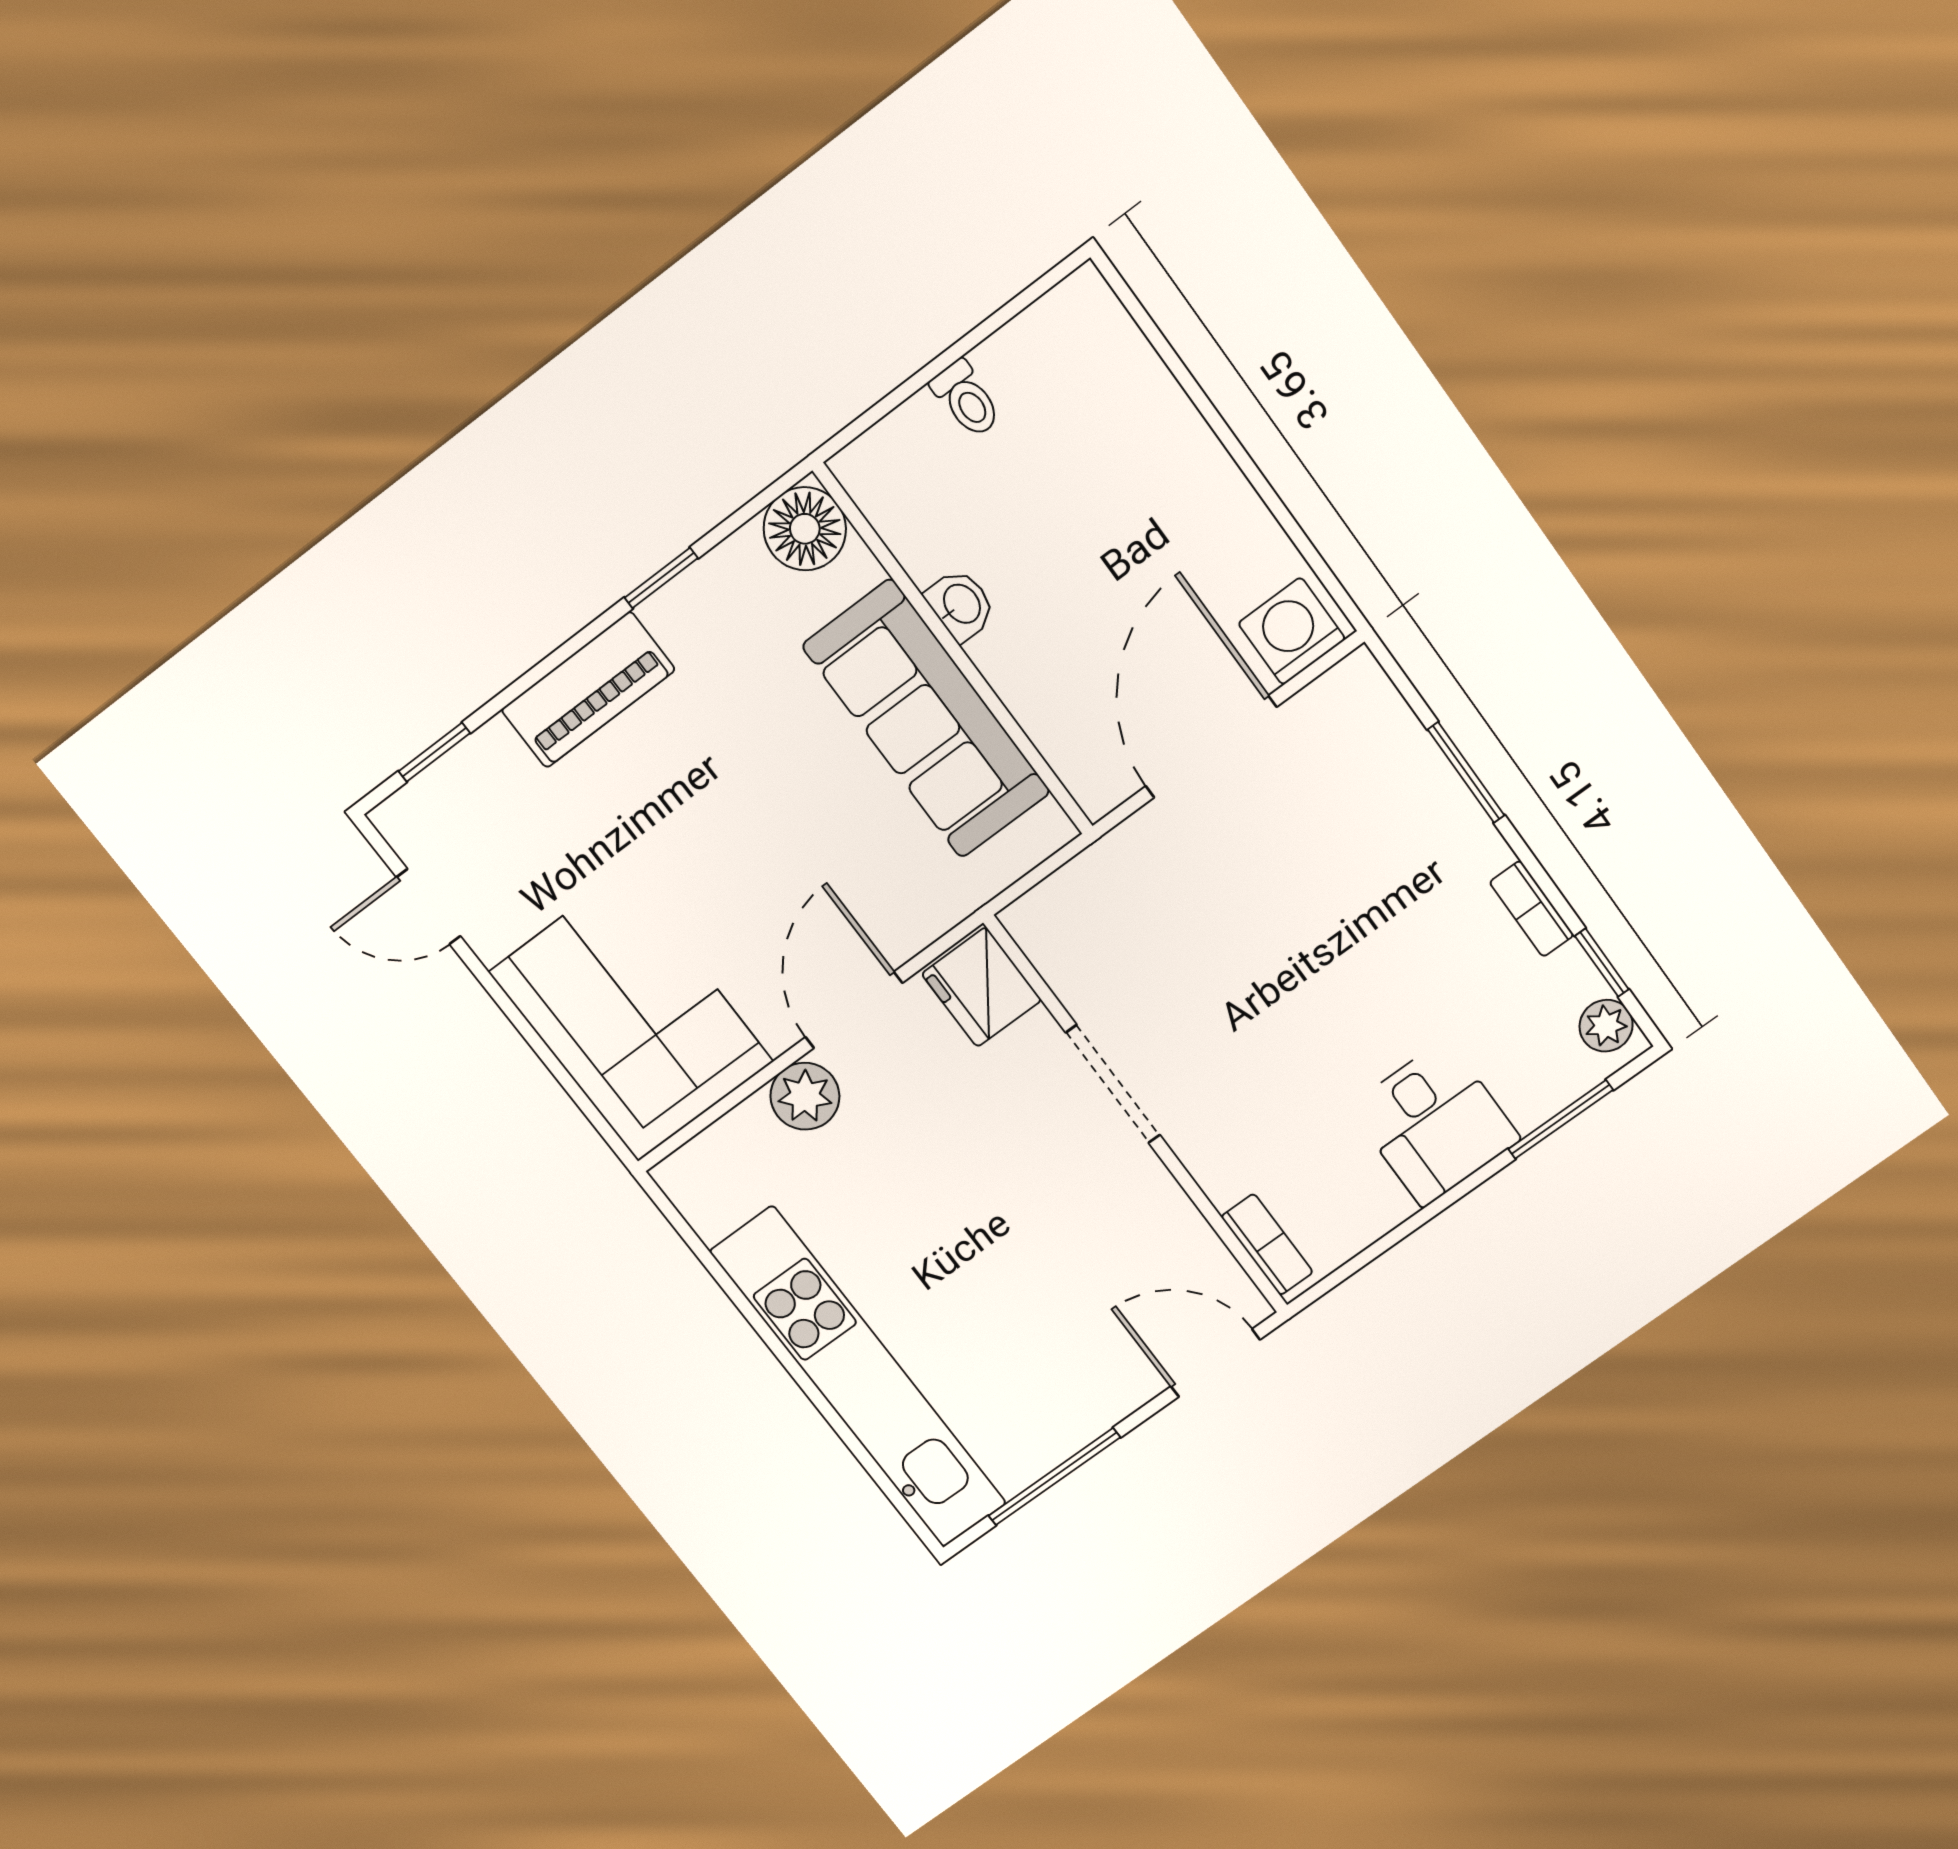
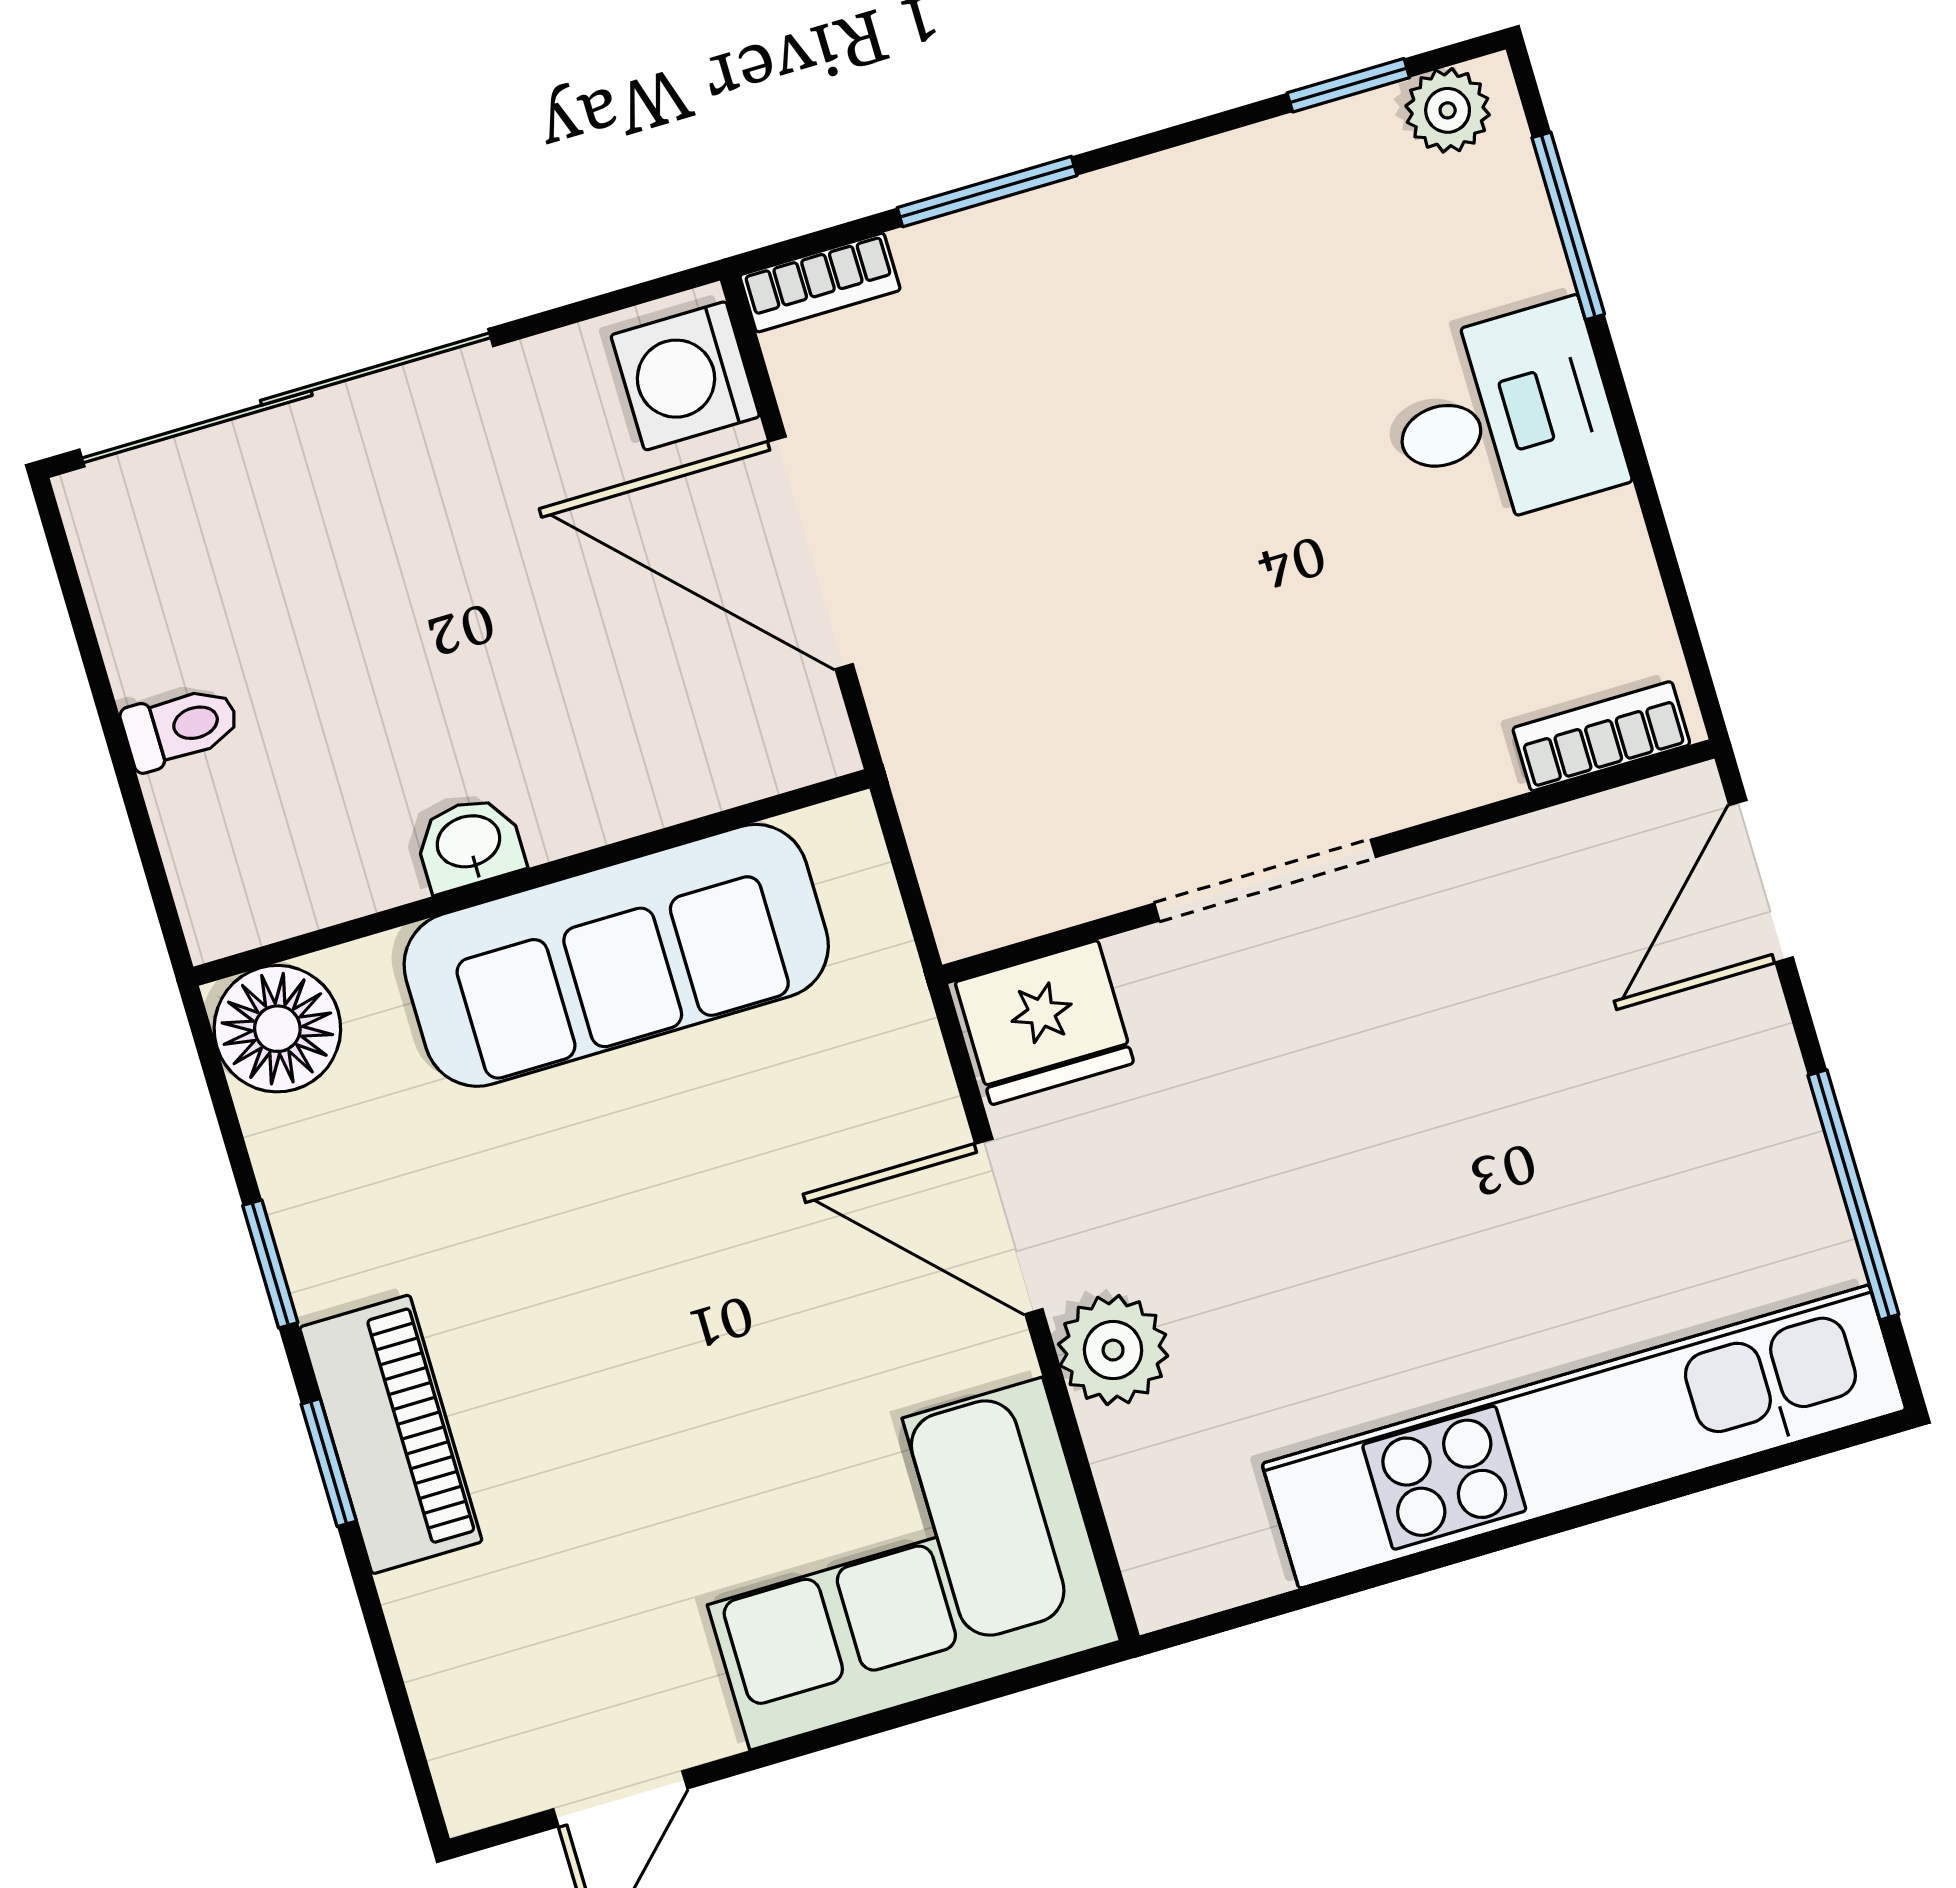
sliding door: (1192, 389) -> (286, 398), added
window: (434, 752) -> (329, 1463), moved
bookcase: (1532, 909) -> (820, 283), moved

